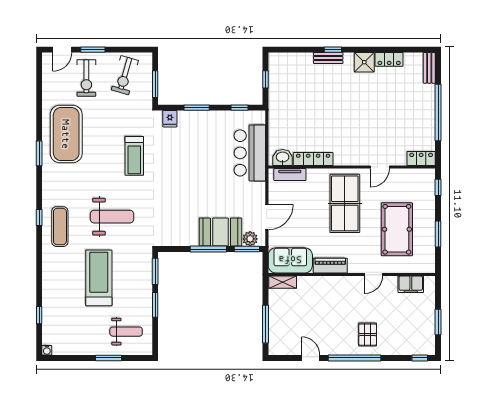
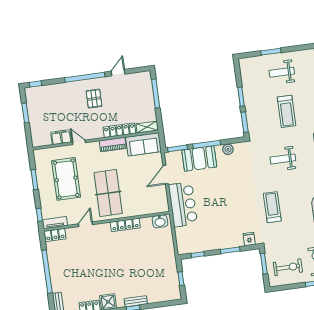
exercise bike: (125, 75) -> (288, 267), turned 74
bar counter: (250, 153) -> (183, 204), moved
locker: (313, 159) -> (125, 225), moved
tv unit: (290, 175) -> (55, 223), moved
weight bench: (112, 217) -> (283, 159), width x0.73, depth x0.75
plant: (250, 239) -> (228, 149), moved
door: (374, 275) -> (79, 142), hinge flipped
treadmill: (99, 278) -> (286, 111), width x0.73, depth x0.73
locker: (319, 283) -> (119, 130), added
filing cabinet: (411, 284) -> (61, 137), moved
weight bench: (126, 332) -> (282, 72), moved
pallet: (368, 335) -> (94, 99), moved
door: (311, 358) -> (118, 73), swing flipped

